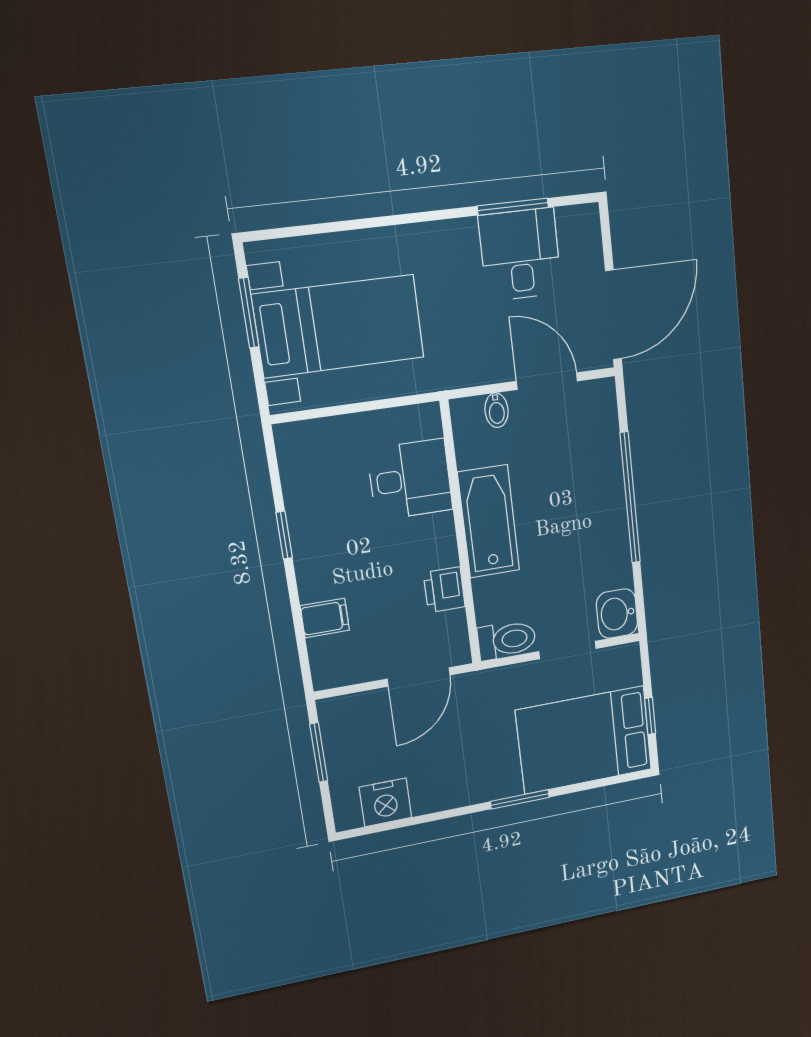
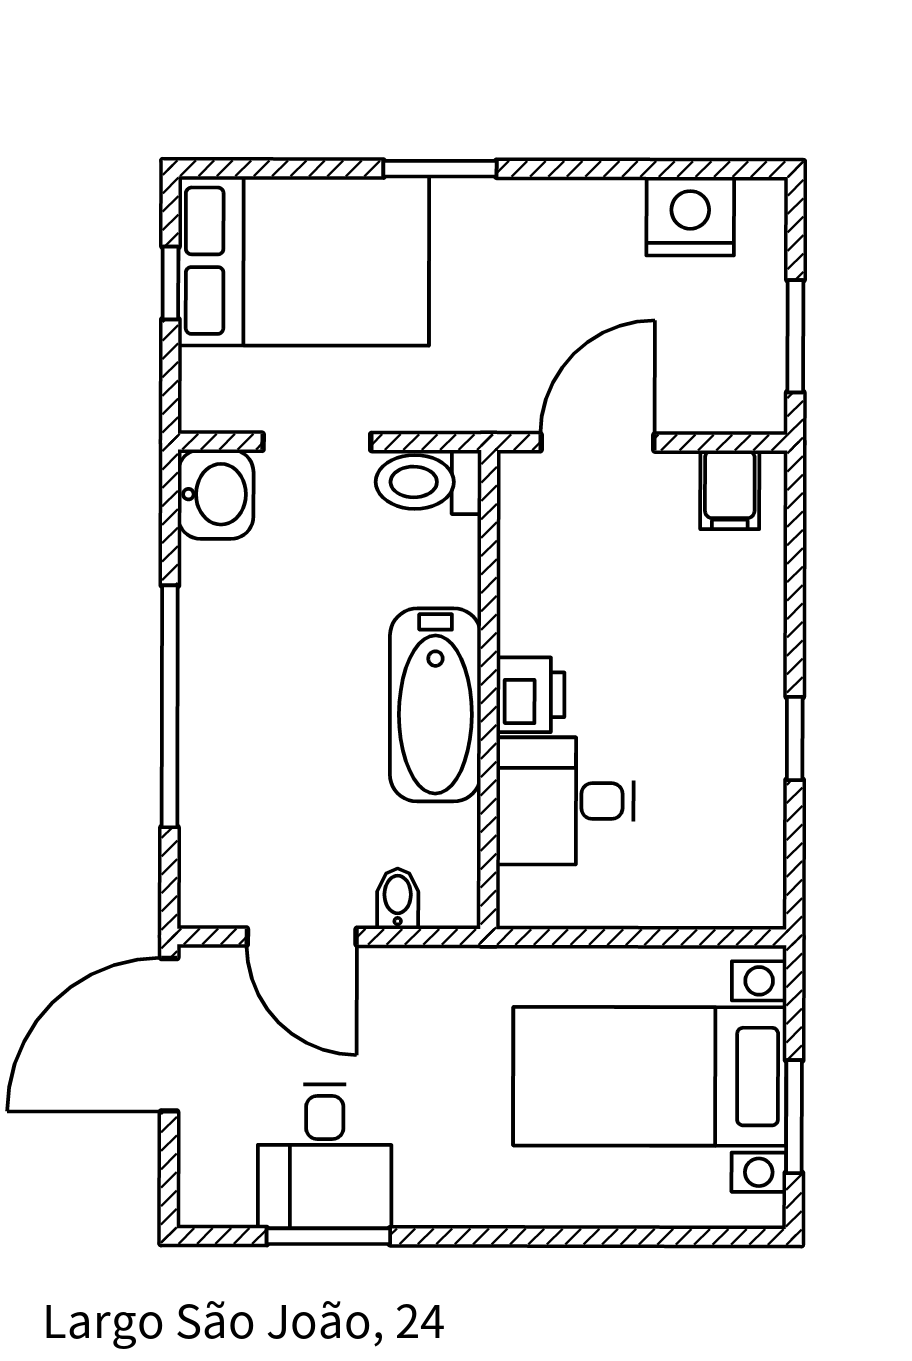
printer: (444, 590) -> (530, 695), moved
filing cabinet: (325, 618) -> (730, 490), moved, turned -90

